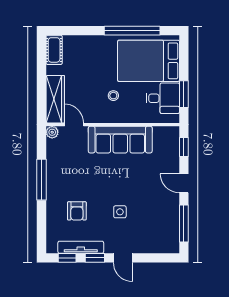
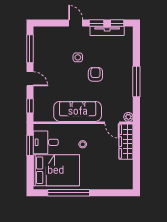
cot: (54, 50) -> (127, 178), removed
armchair: (77, 211) -> (95, 74), moved

